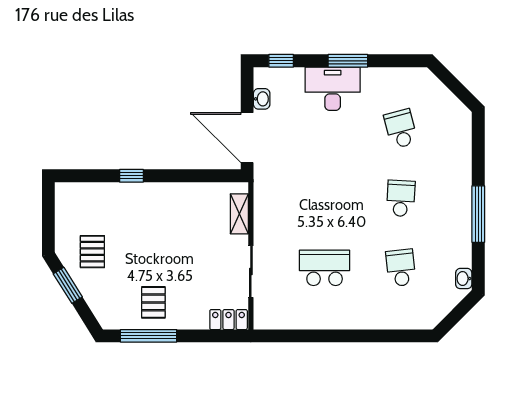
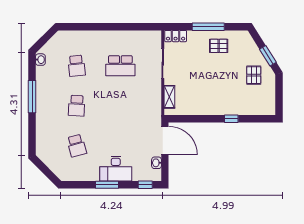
pallet: (153, 302) -> (219, 46), turned 90
window: (149, 336) -> (208, 27), moved

